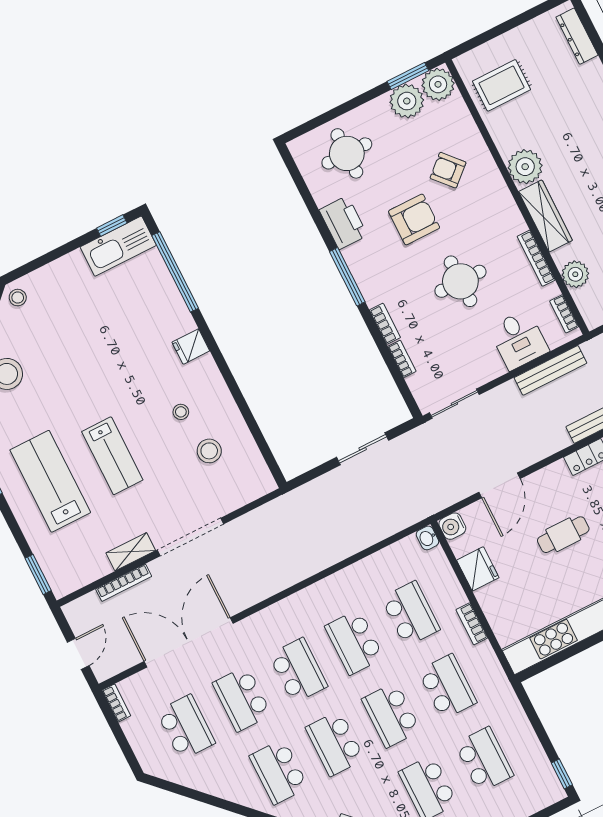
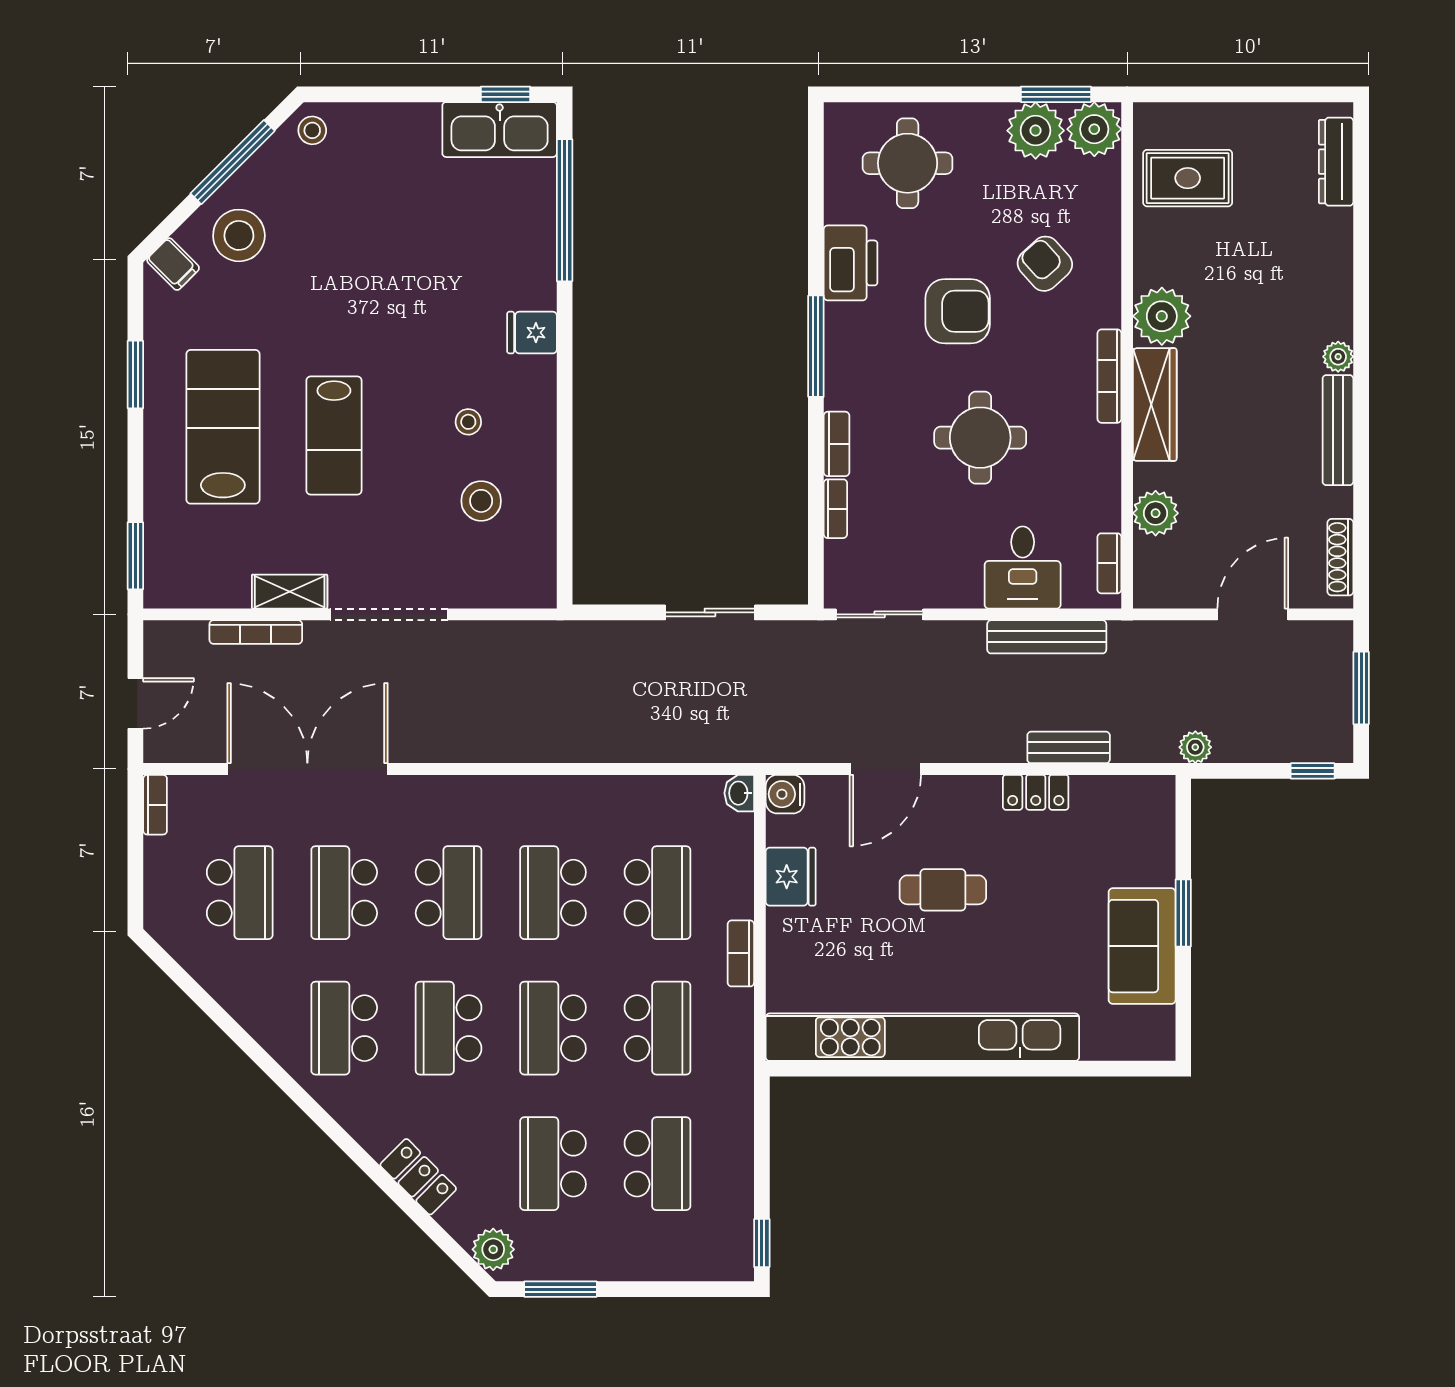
bookcase: (536, 258) -> (1109, 376), moved

